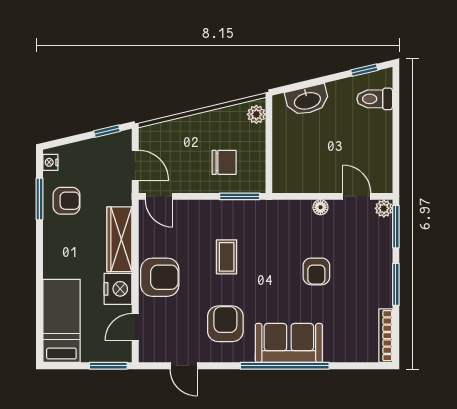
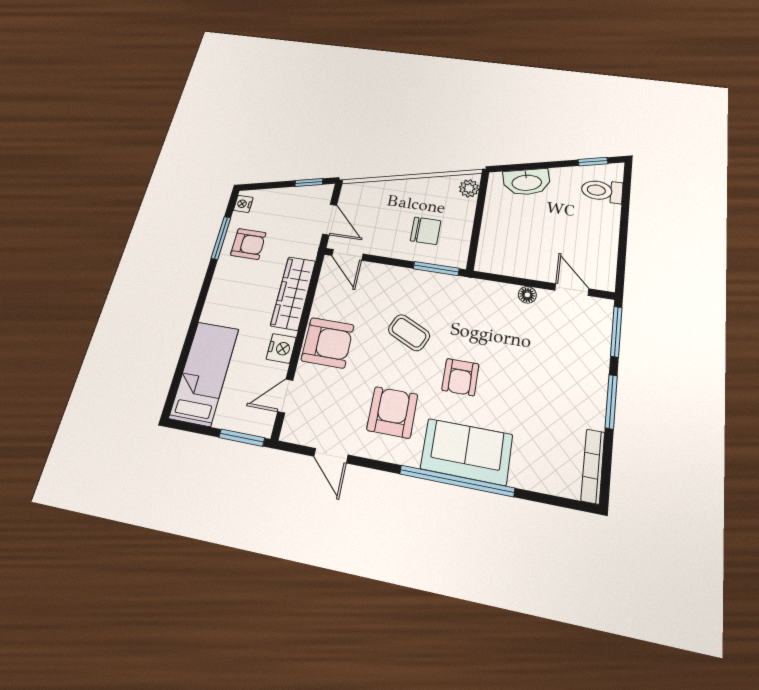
plant: (384, 208) -> (603, 308), removed
coffee table: (227, 257) -> (409, 333), turned -65
armchair: (316, 271) -> (460, 377), moved
nightstand: (118, 289) -> (281, 348), width x0.74, depth x0.75

